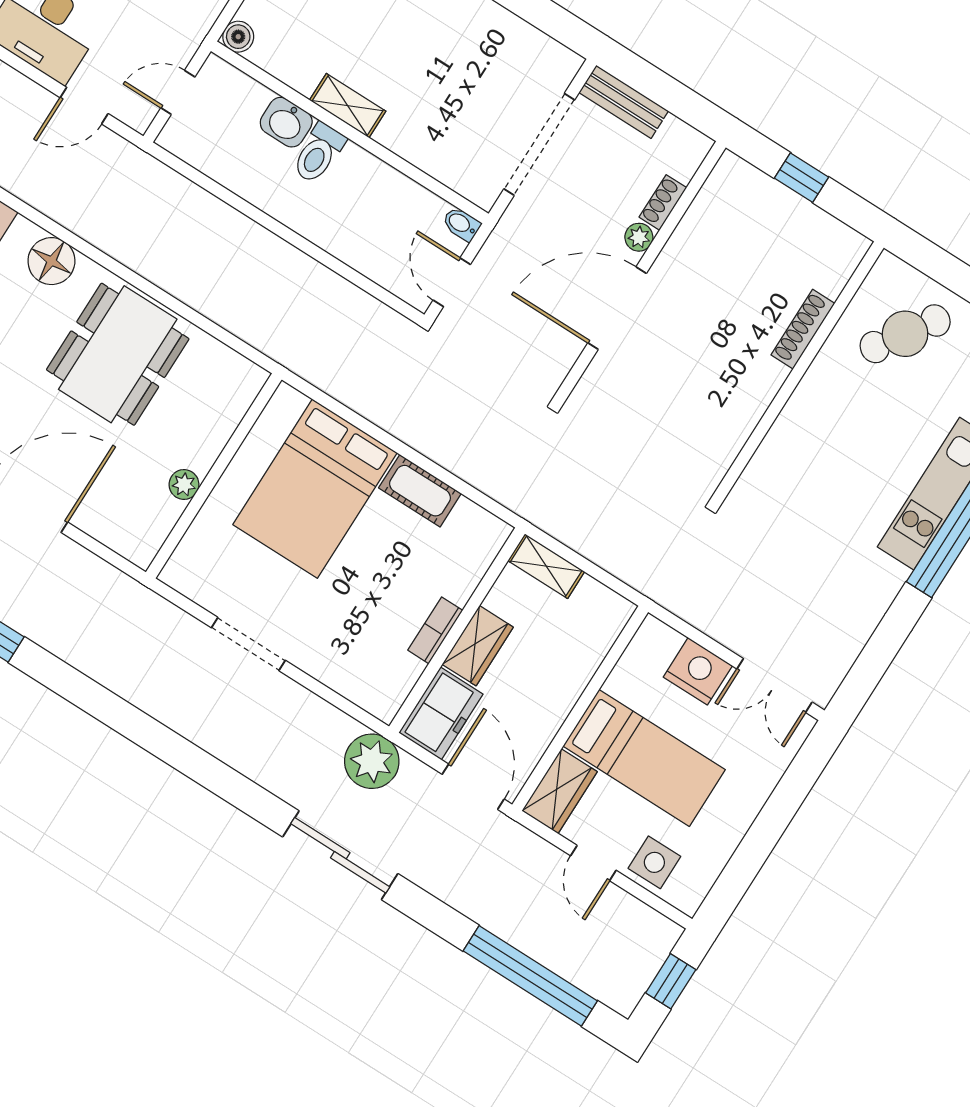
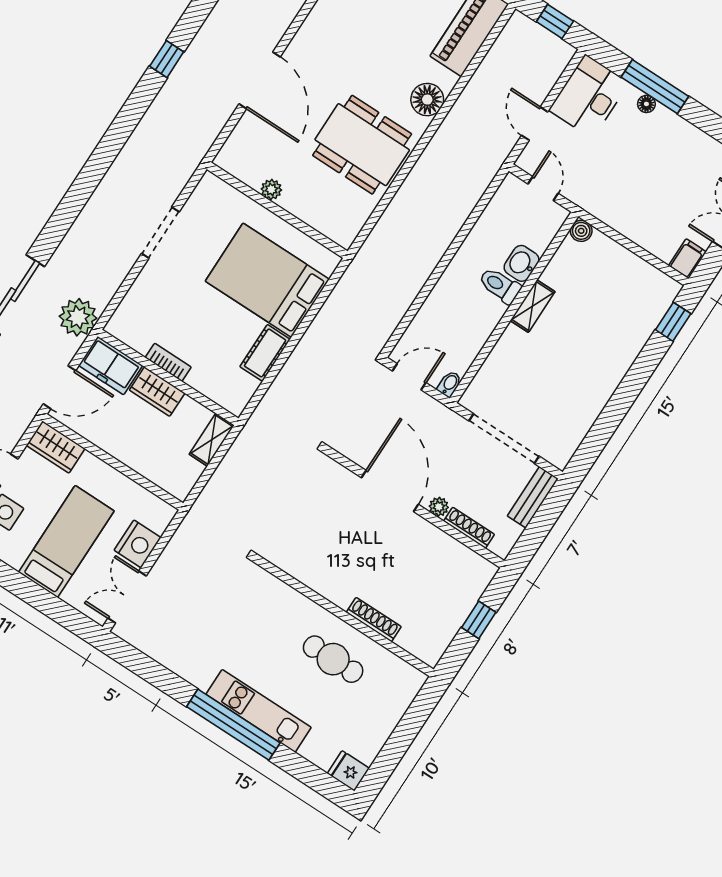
shoe rack: (663, 202) -> (469, 528), width x1.43
cafe table: (905, 334) -> (333, 659), moved, turned -34
bed: (644, 758) -> (66, 542), moved, turned 180

